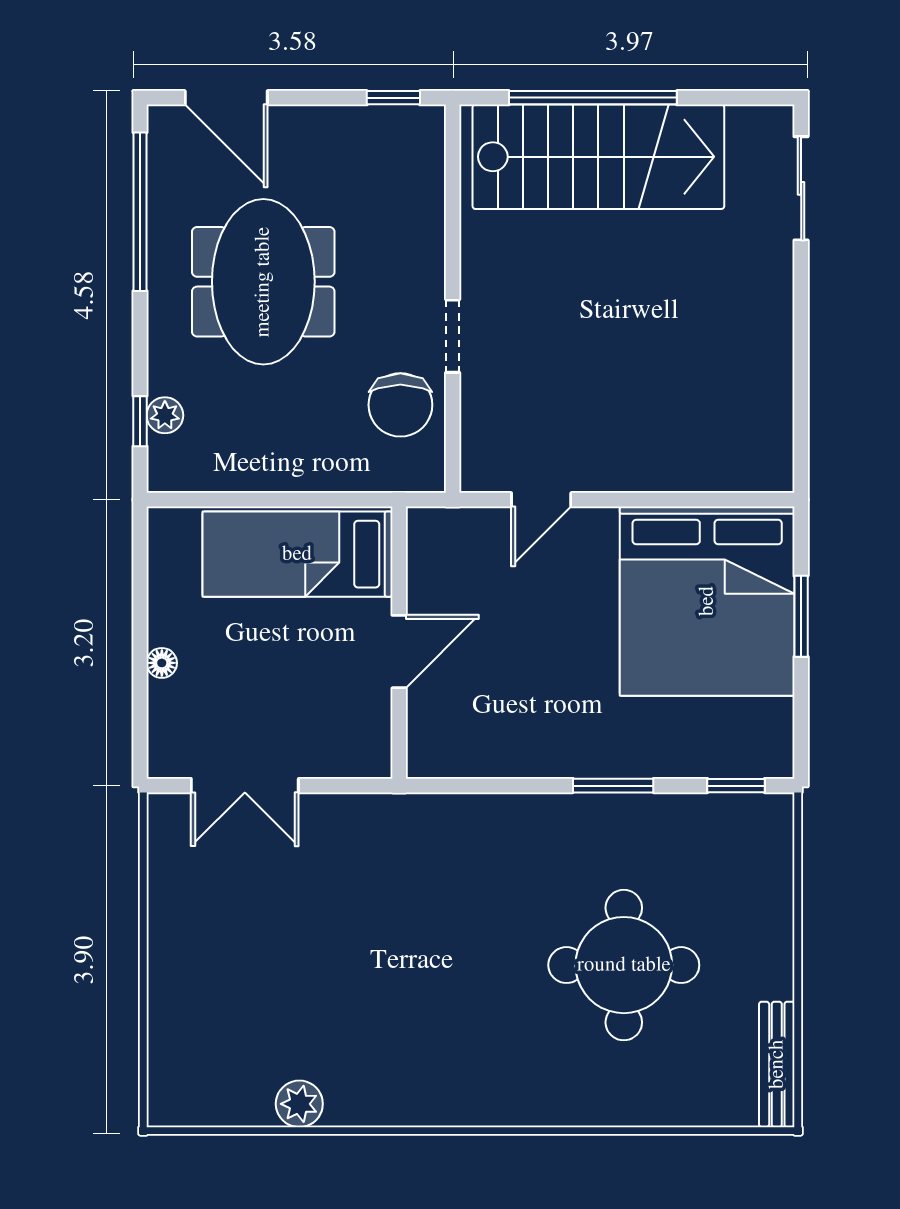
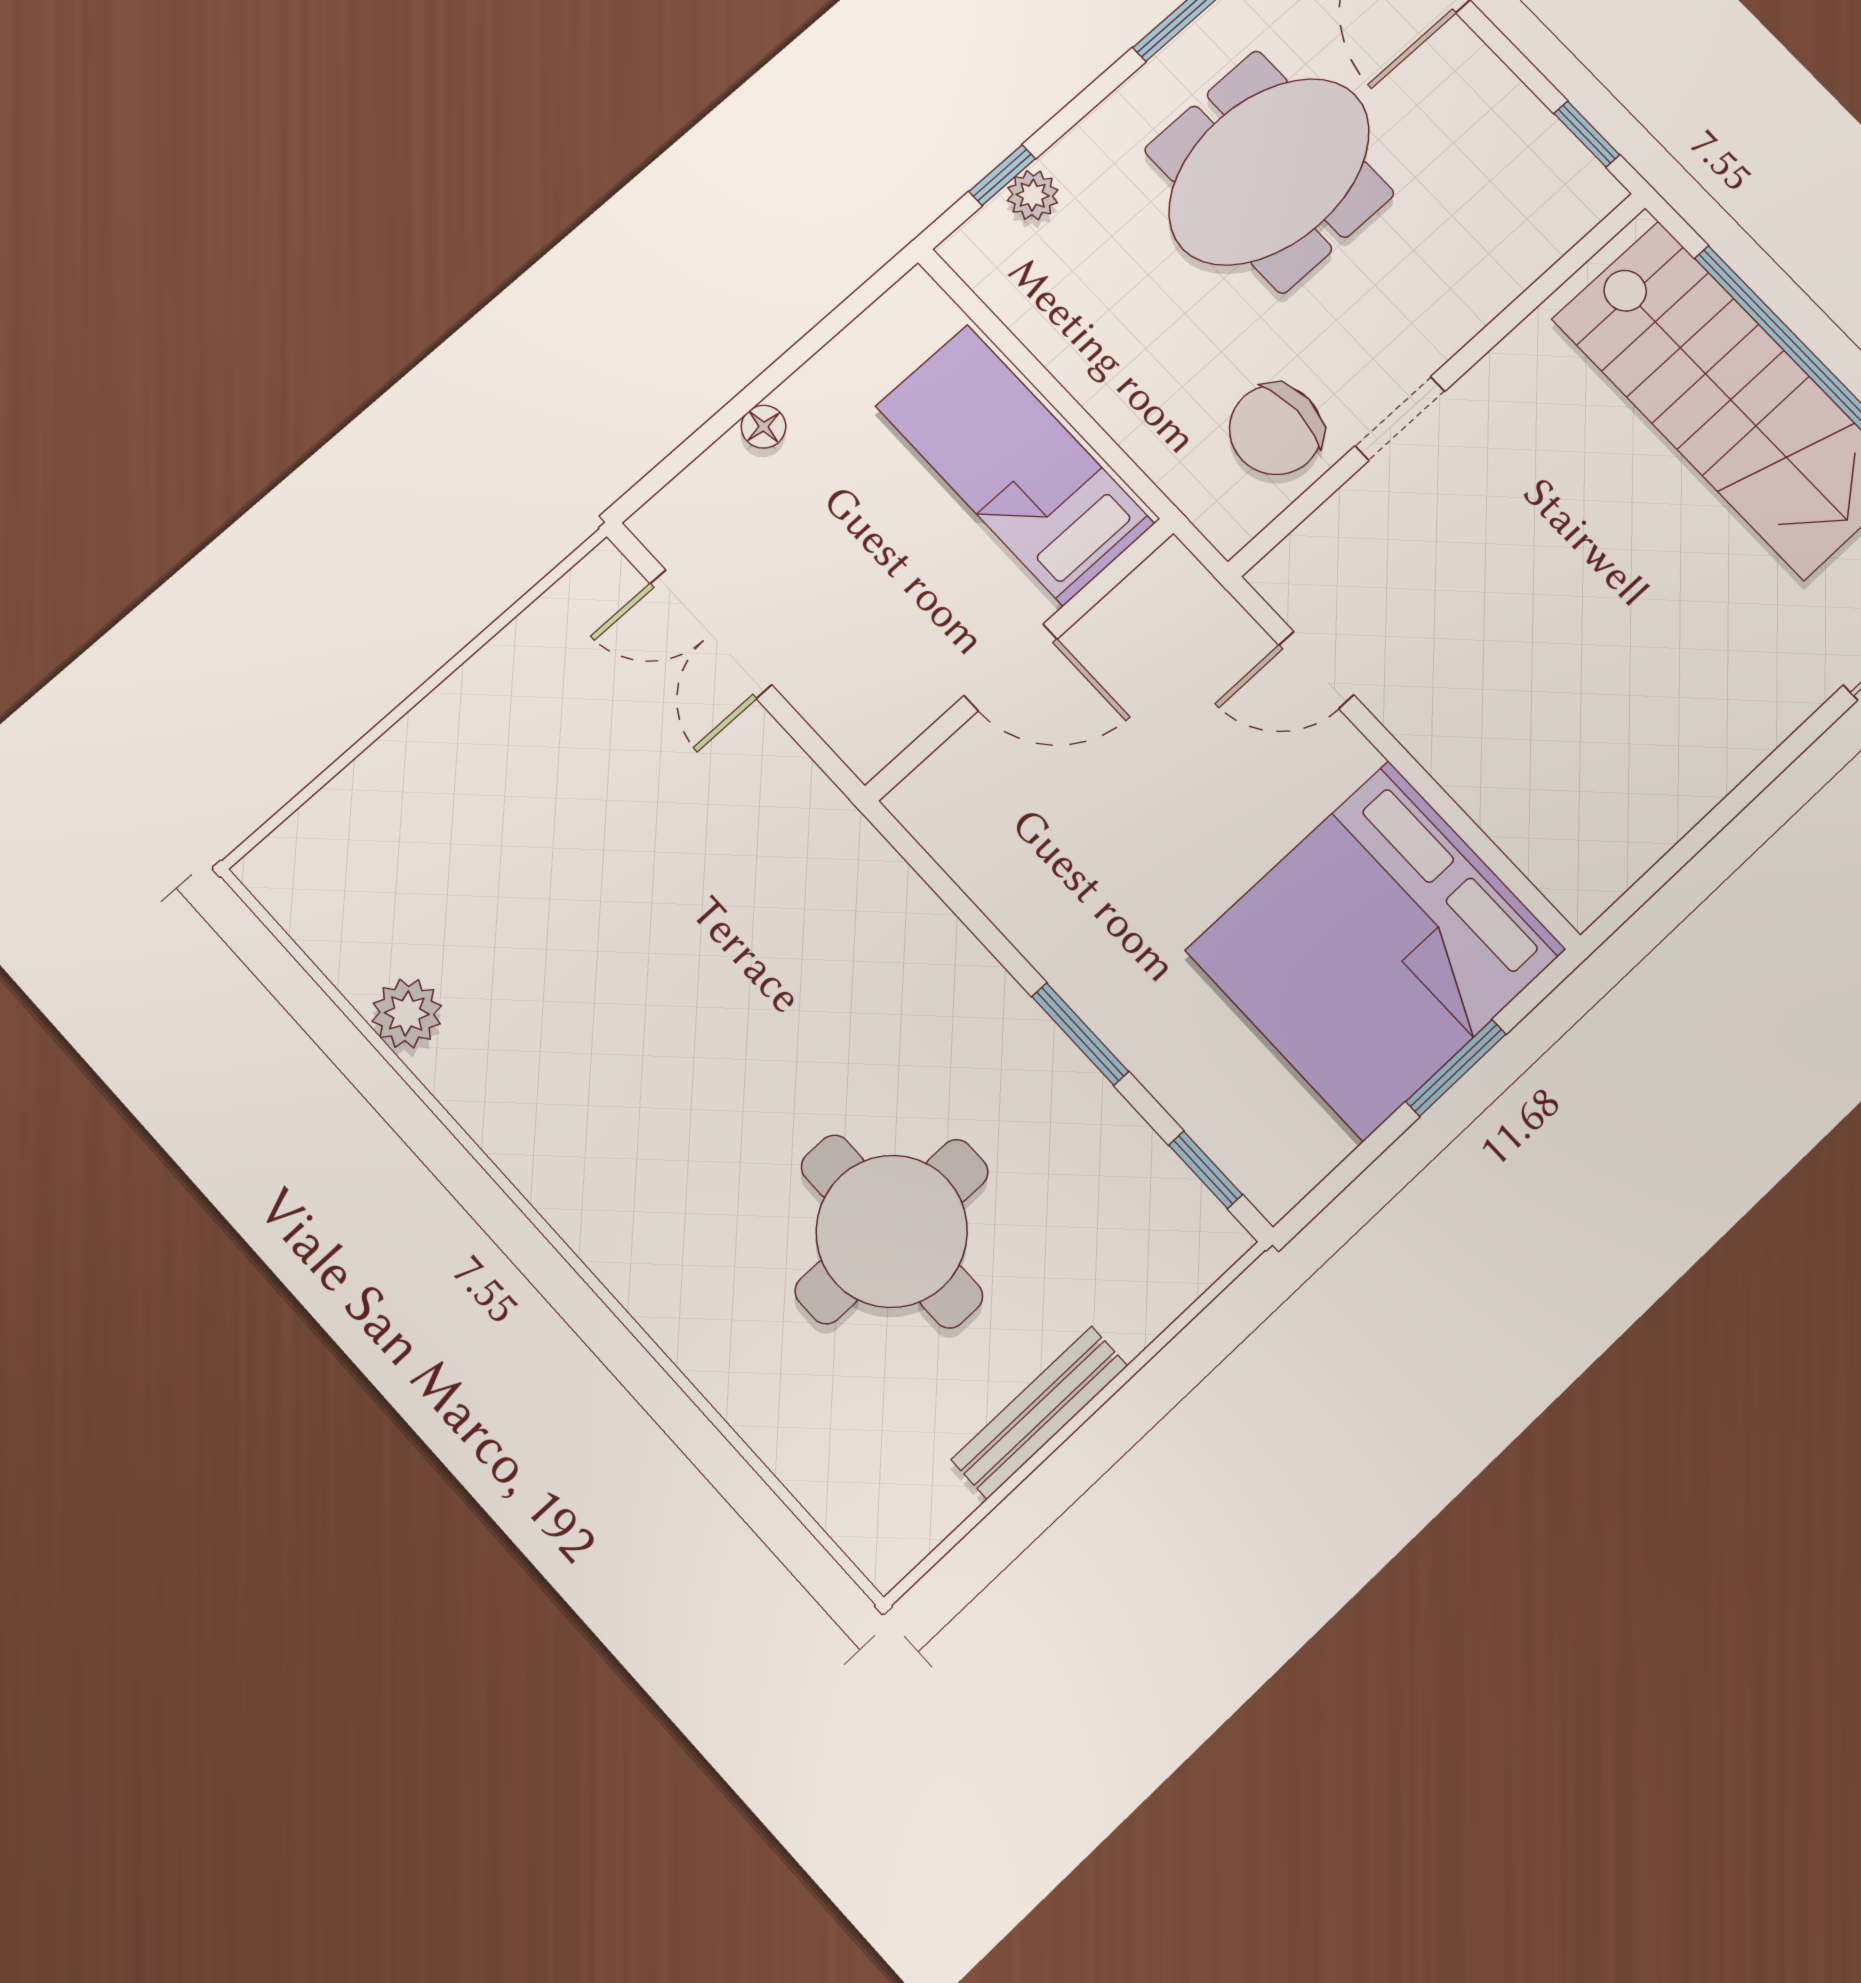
bench: (777, 1064) -> (1040, 1413), moved

